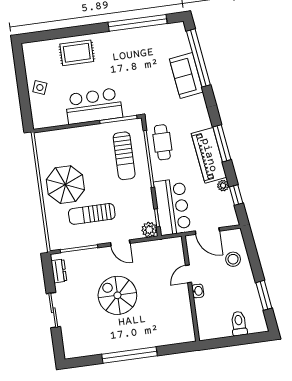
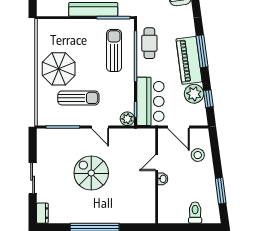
sun lounger: (124, 156) -> (114, 51), turned 180
plant: (223, 186) -> (194, 94), width x1.87, depth x1.87
sun lounger: (92, 214) -> (78, 98), turned 180
dresser: (59, 271) -> (42, 213), moved

